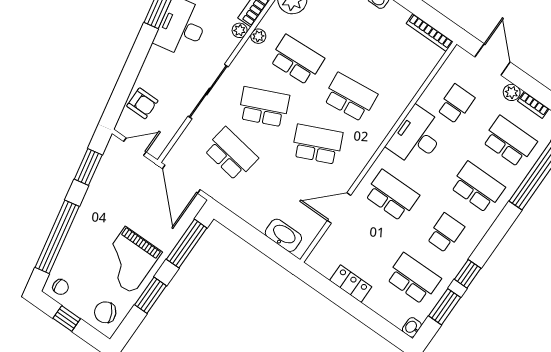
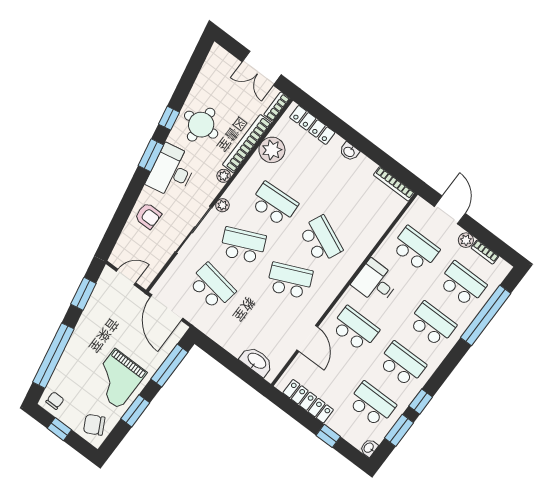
plant: (258, 36) -> (222, 205), moved
school desk: (350, 97) -> (321, 239), turned 30
armchair: (142, 103) -> (148, 216), moved
school desk: (456, 104) -> (415, 249), width x1.85
desk: (417, 137) -> (375, 282), width x0.73
door: (339, 208) -> (307, 338), swing flipped
school desk: (445, 233) -> (402, 364), width x1.85
locker: (351, 284) -> (308, 401), width x1.53
chair: (61, 287) -> (55, 401), turned -90
window: (366, 316) -> (328, 436), added

